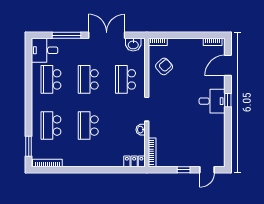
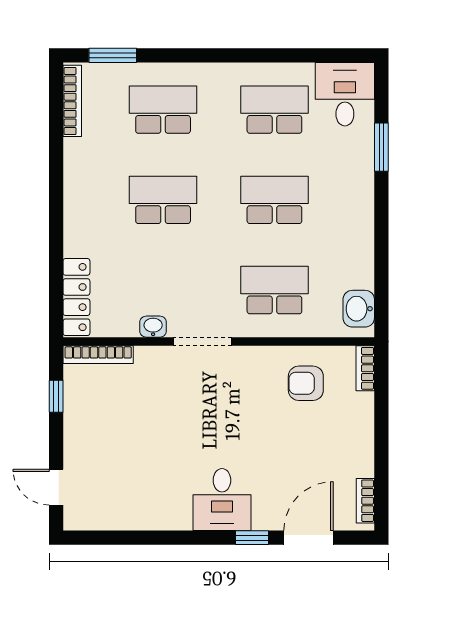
window: (66, 35) -> (381, 147), width x0.69
double door: (107, 35) -> (381, 244), removed
door: (228, 65) -> (308, 538), hinge flipped
armchair: (164, 66) -> (306, 383), turned 132
window: (228, 100) -> (252, 538), moved
locker: (134, 161) -> (76, 297), width x1.53
window: (184, 170) -> (56, 396), moved

